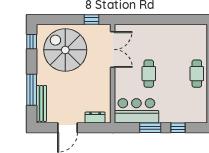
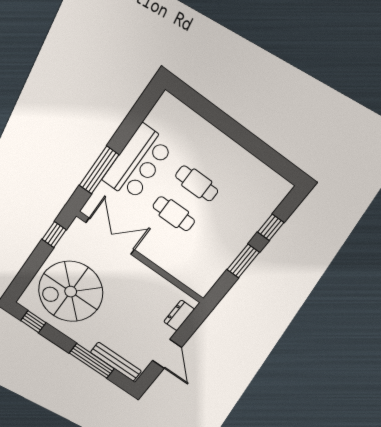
window: (144, 20) -> (99, 170), added
cafe table: (197, 74) -> (197, 183), moved
bar counter: (136, 111) -> (138, 163), moved, turned 180

